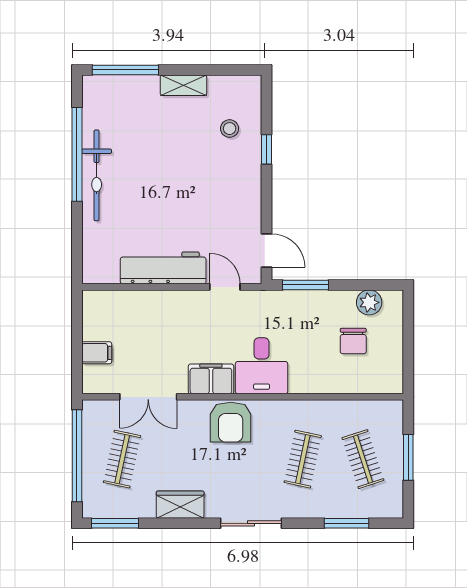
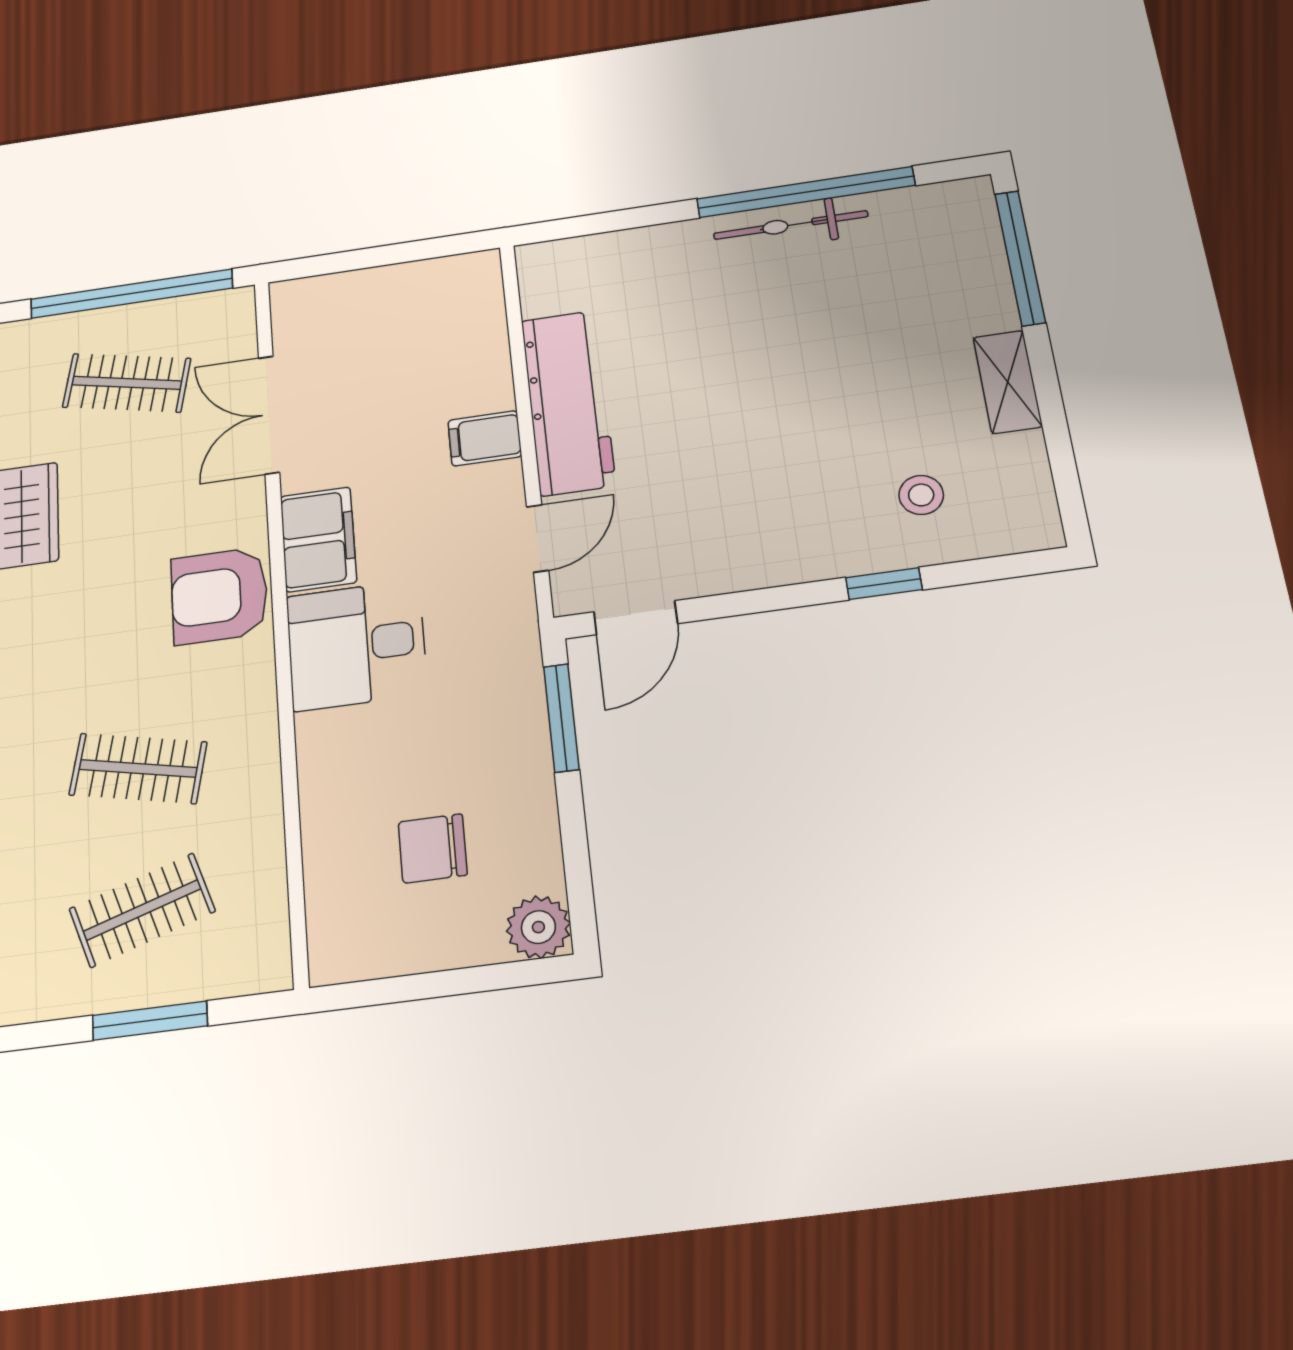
bicycle: (97, 175) -> (791, 225), width x0.73, depth x0.71
plant: (369, 302) -> (538, 927), moved
filing cabinet: (97, 353) -> (485, 438), moved, turned 90

